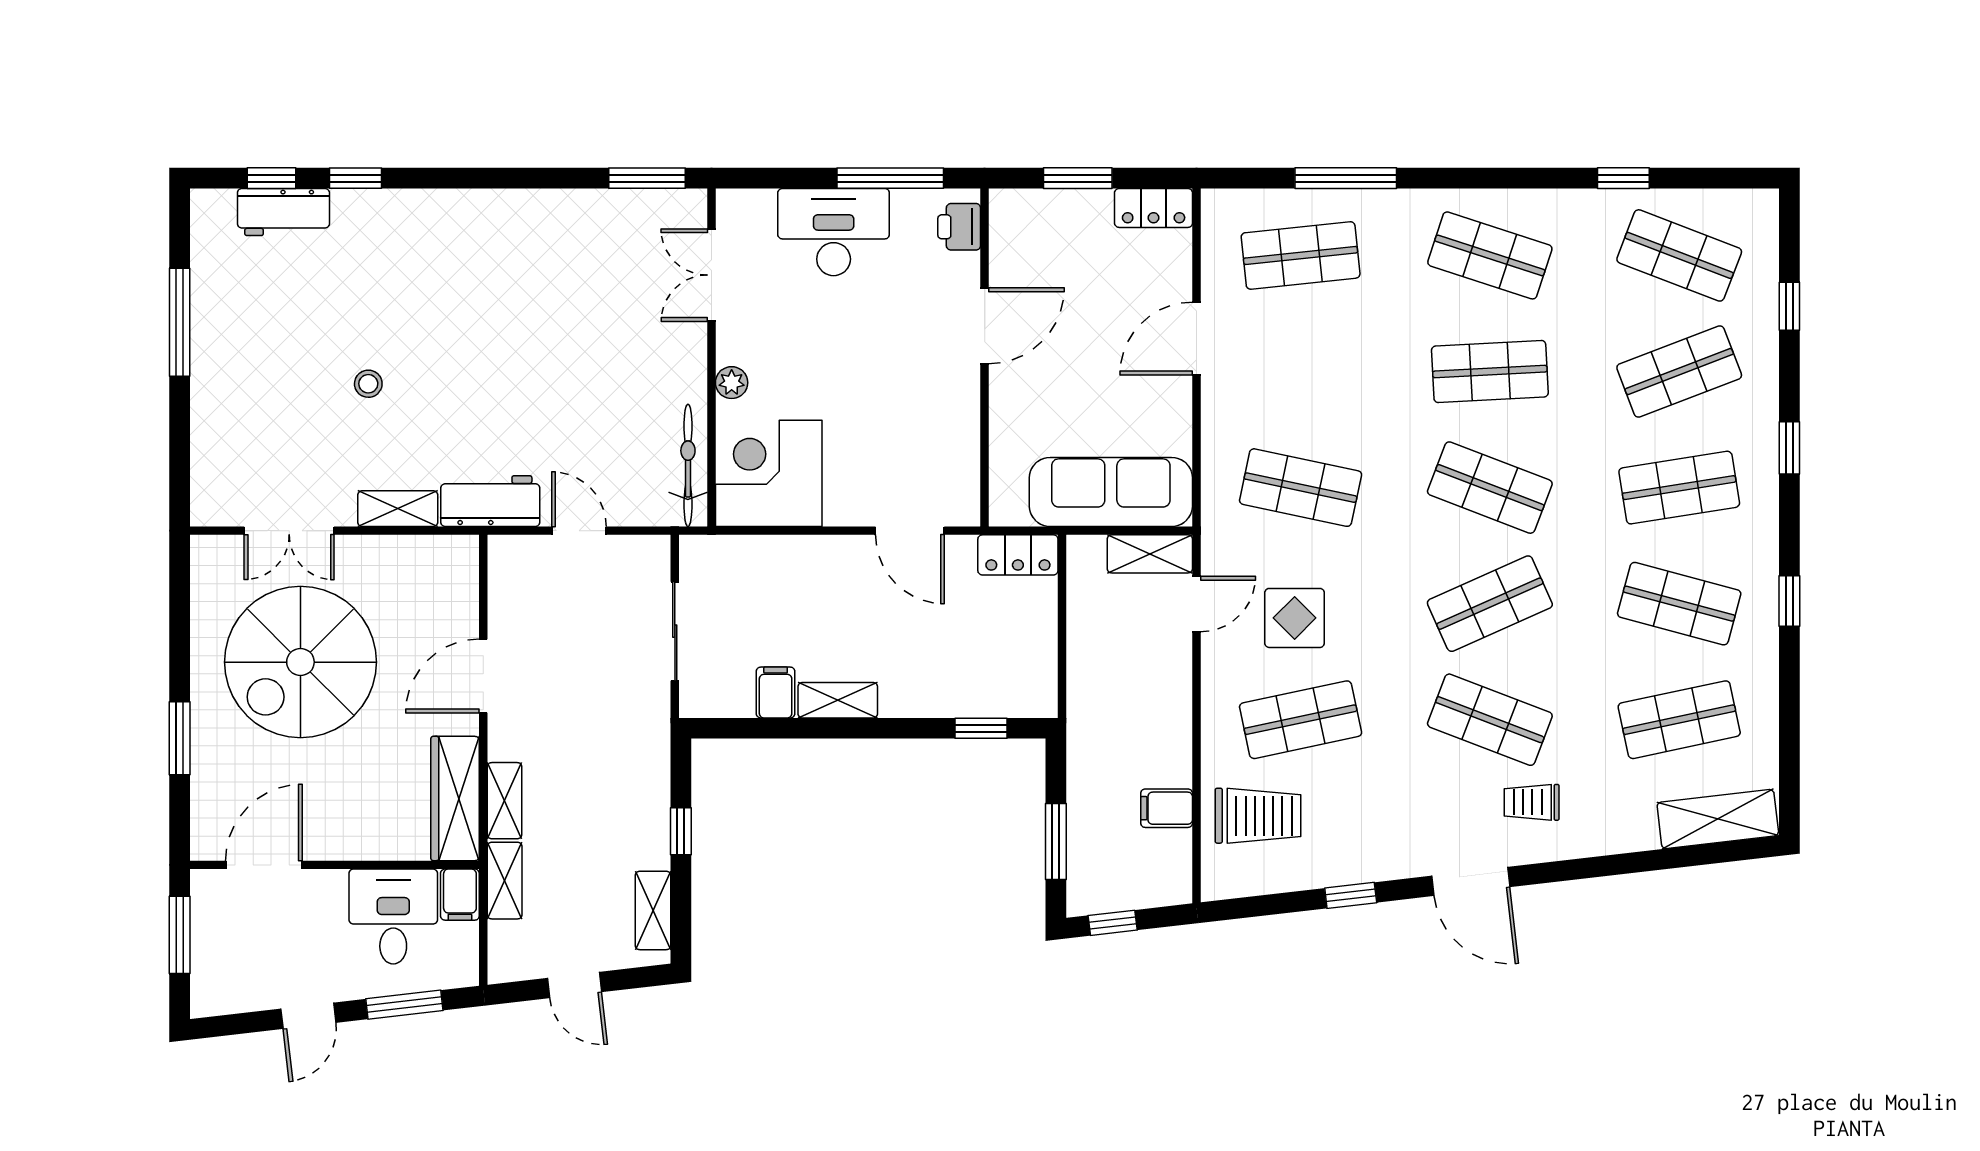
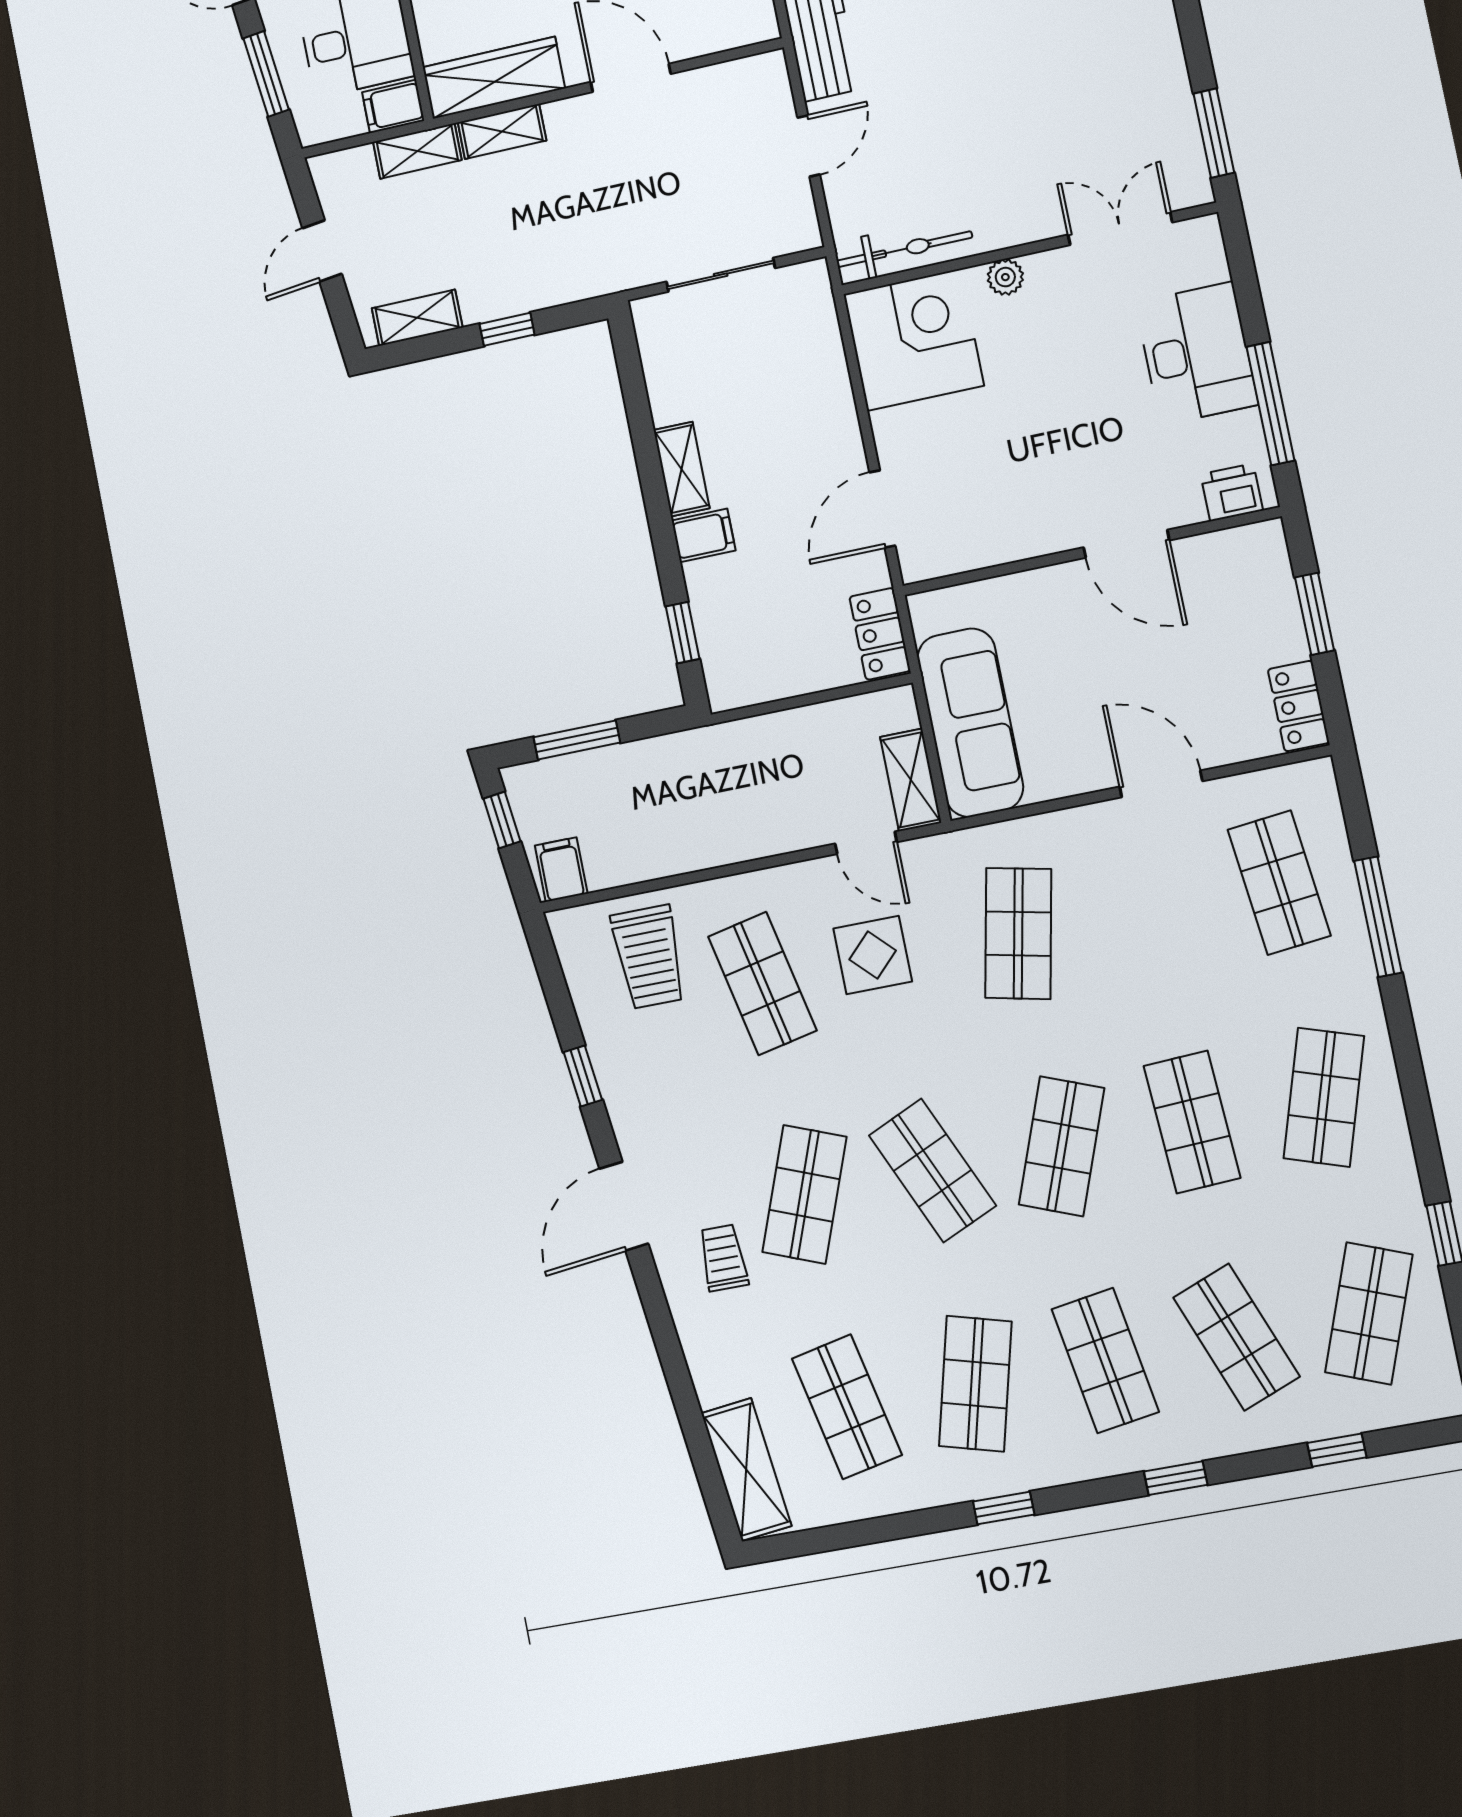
filing cabinet: (776, 693) -> (704, 535), moved
filing cabinet: (1167, 808) -> (561, 870), moved

